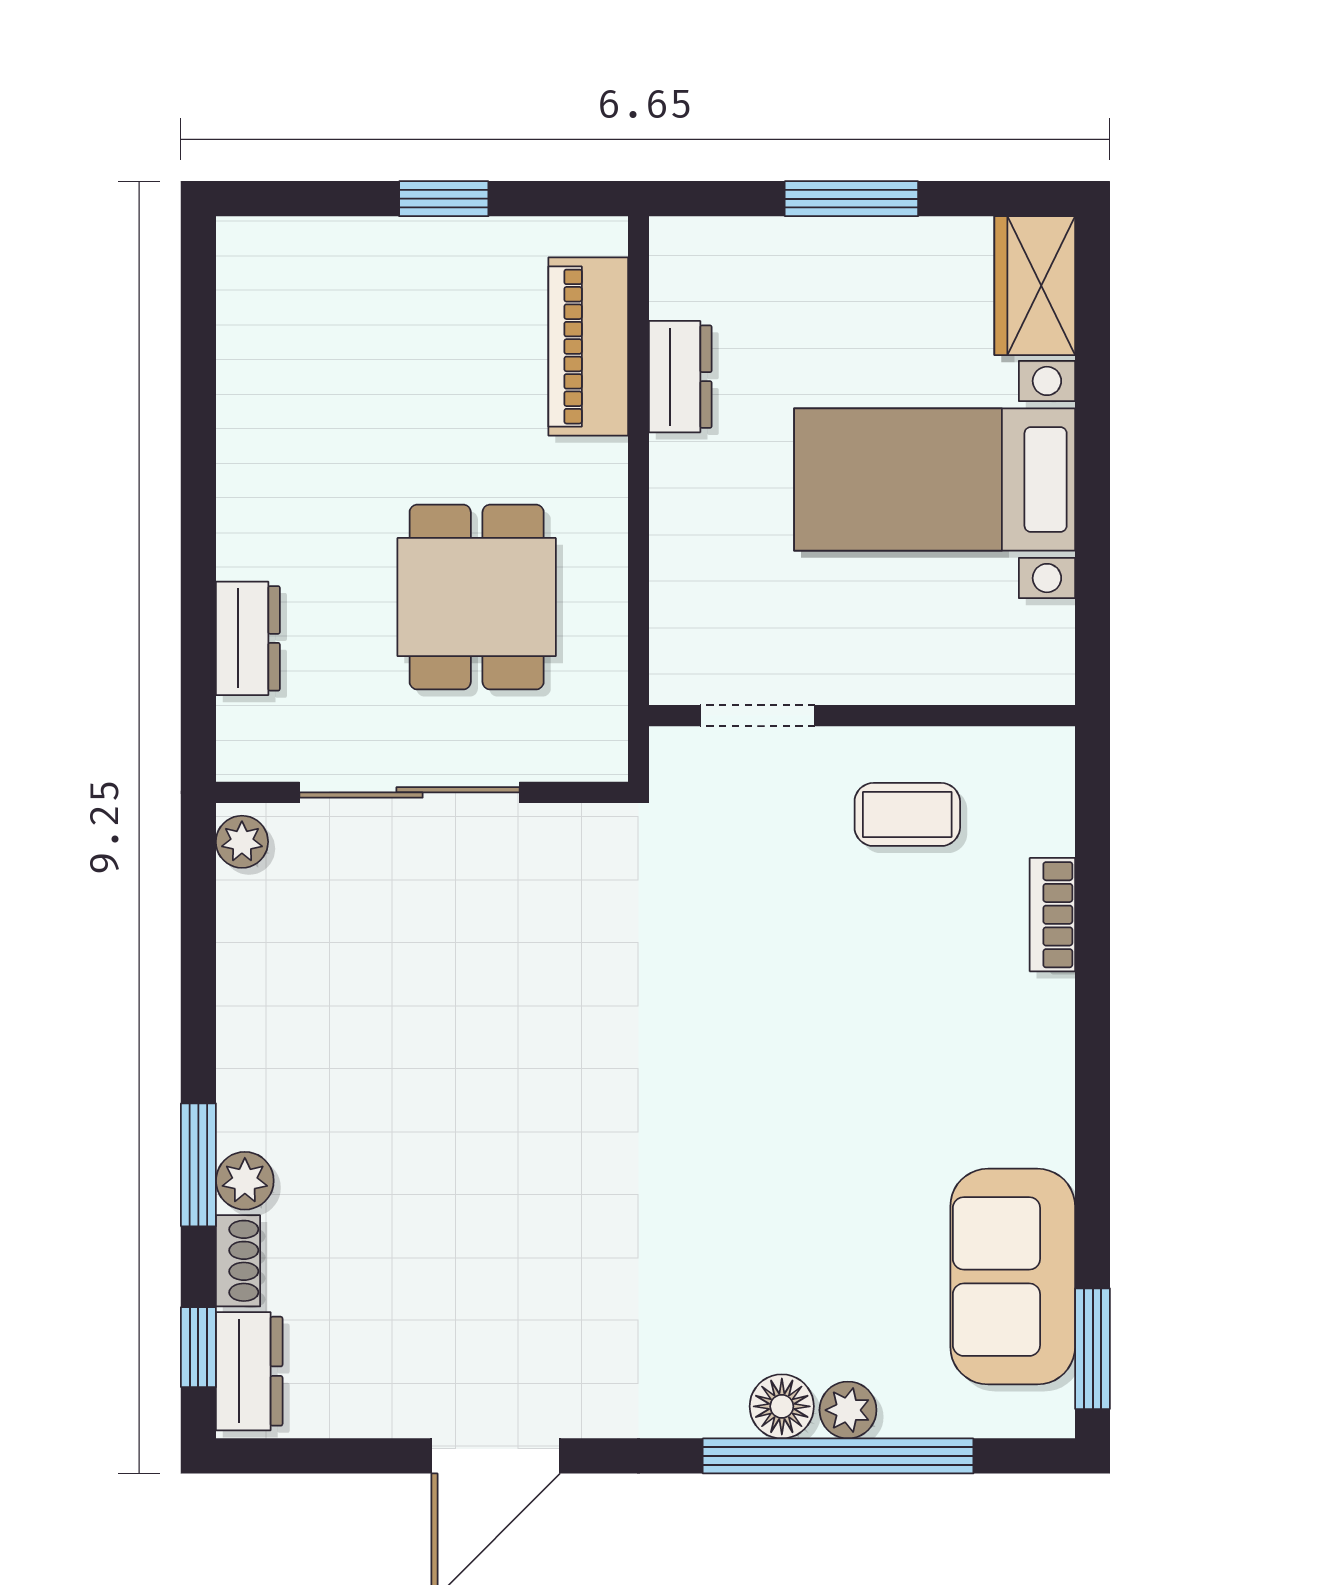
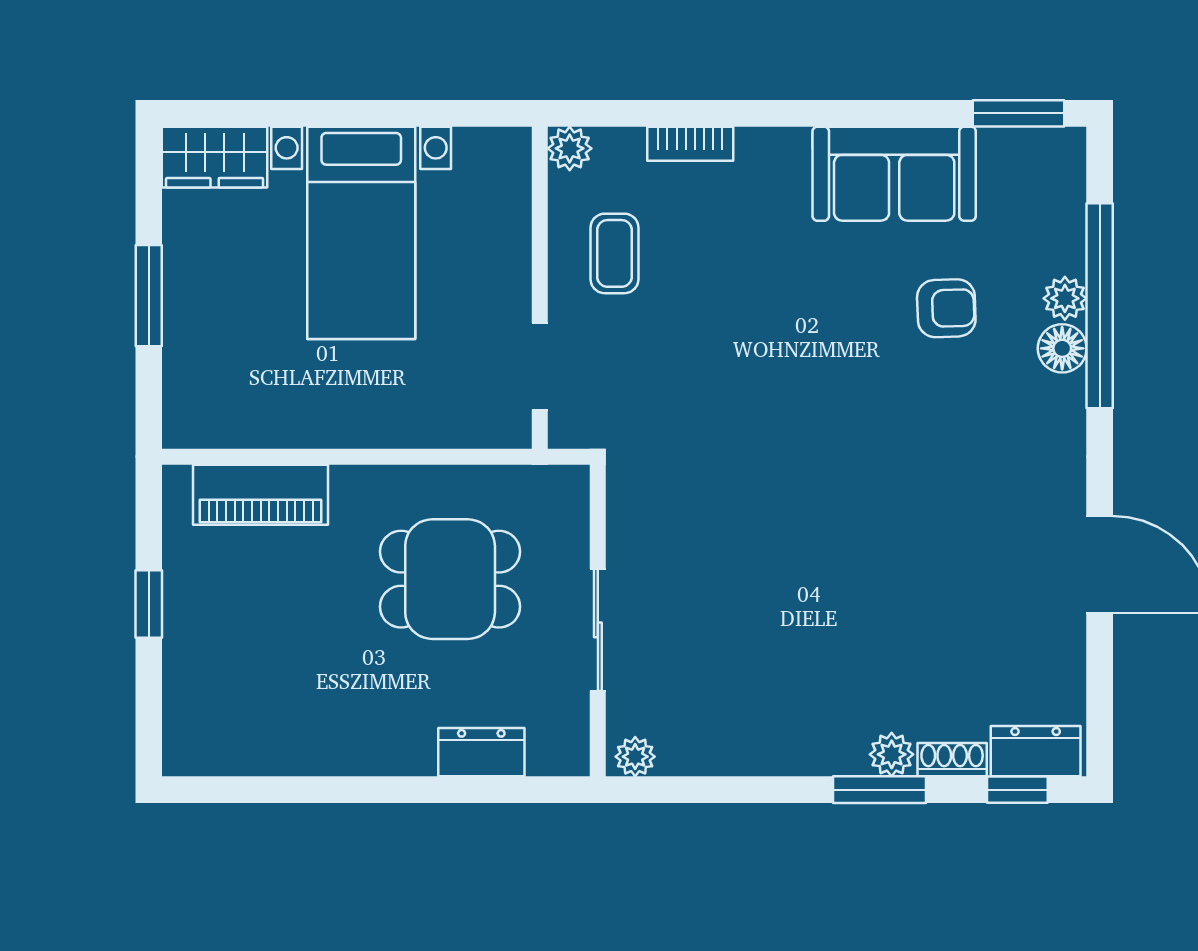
dresser: (680, 377) -> (283, 425), removed
plant: (1046, 755) -> (570, 148), added
sliding door: (410, 792) -> (598, 630), width x0.73
armchair: (835, 1253) -> (946, 308), added
sofa: (1013, 1277) -> (894, 174), moved

